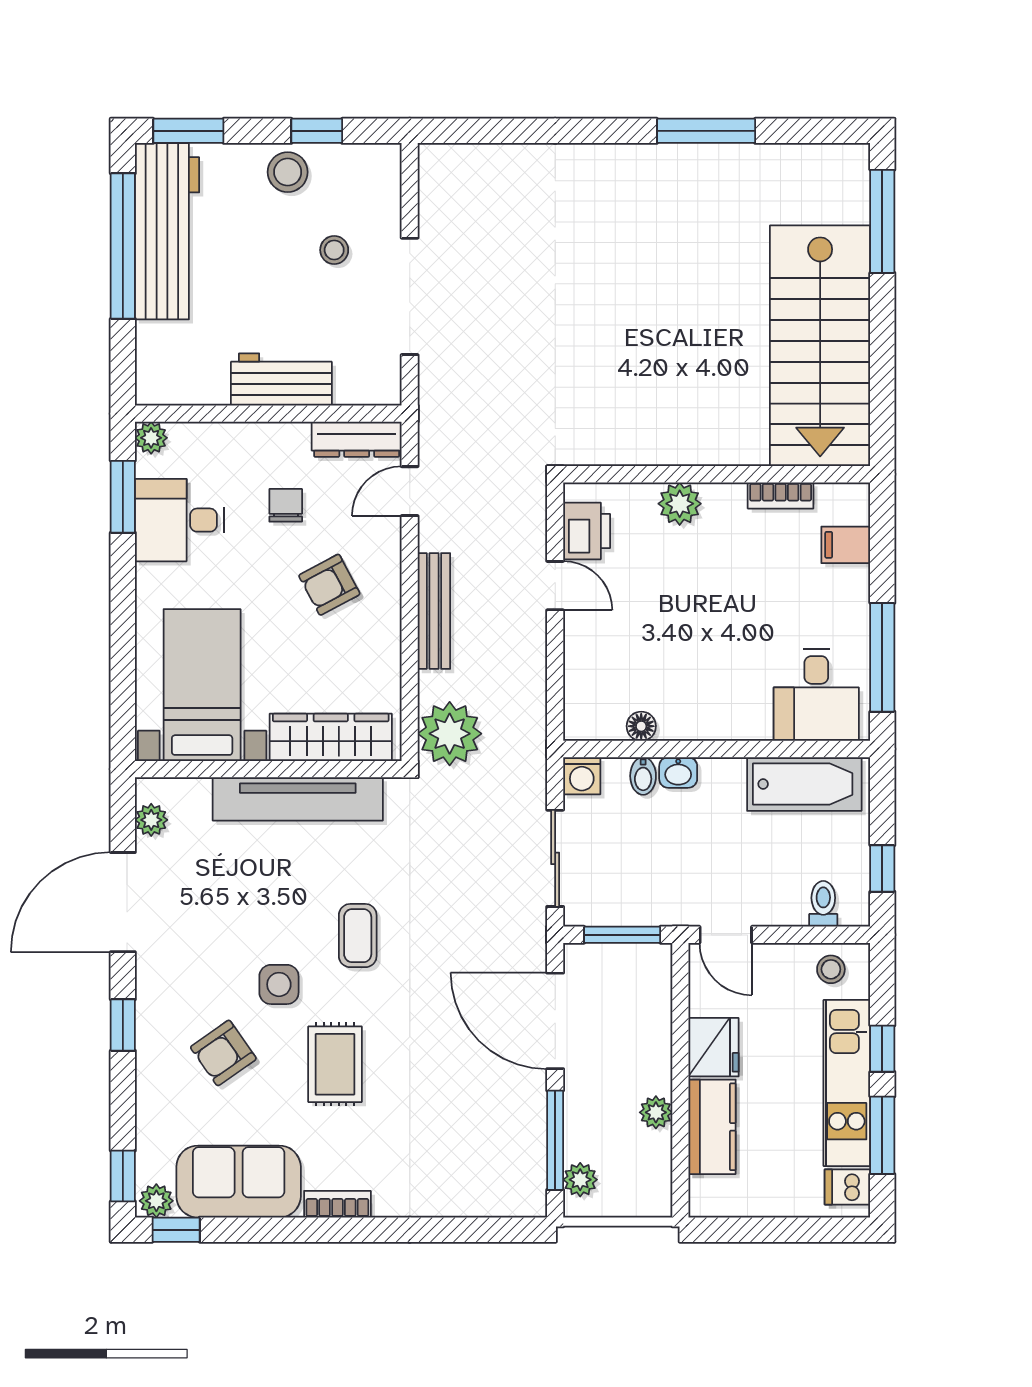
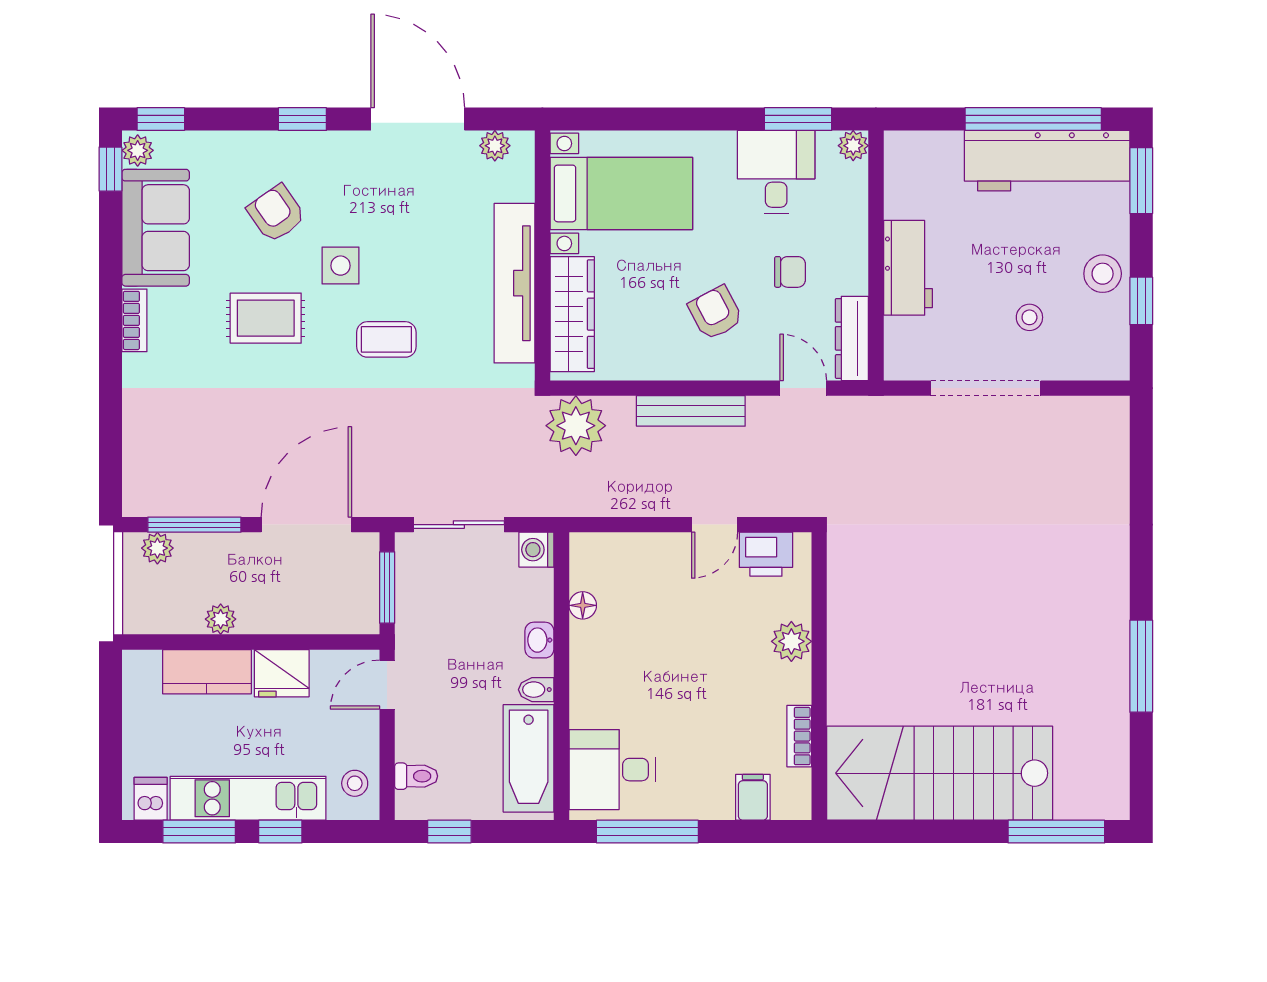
bidet: (643, 776) -> (536, 690), moved

